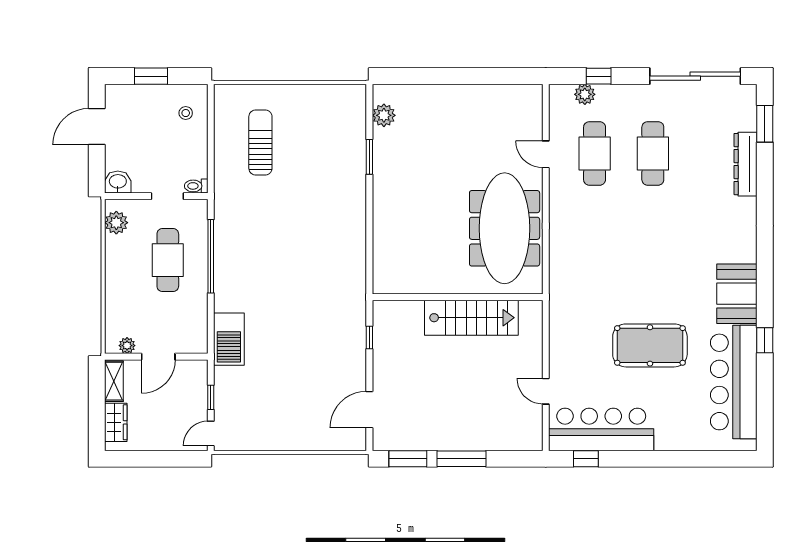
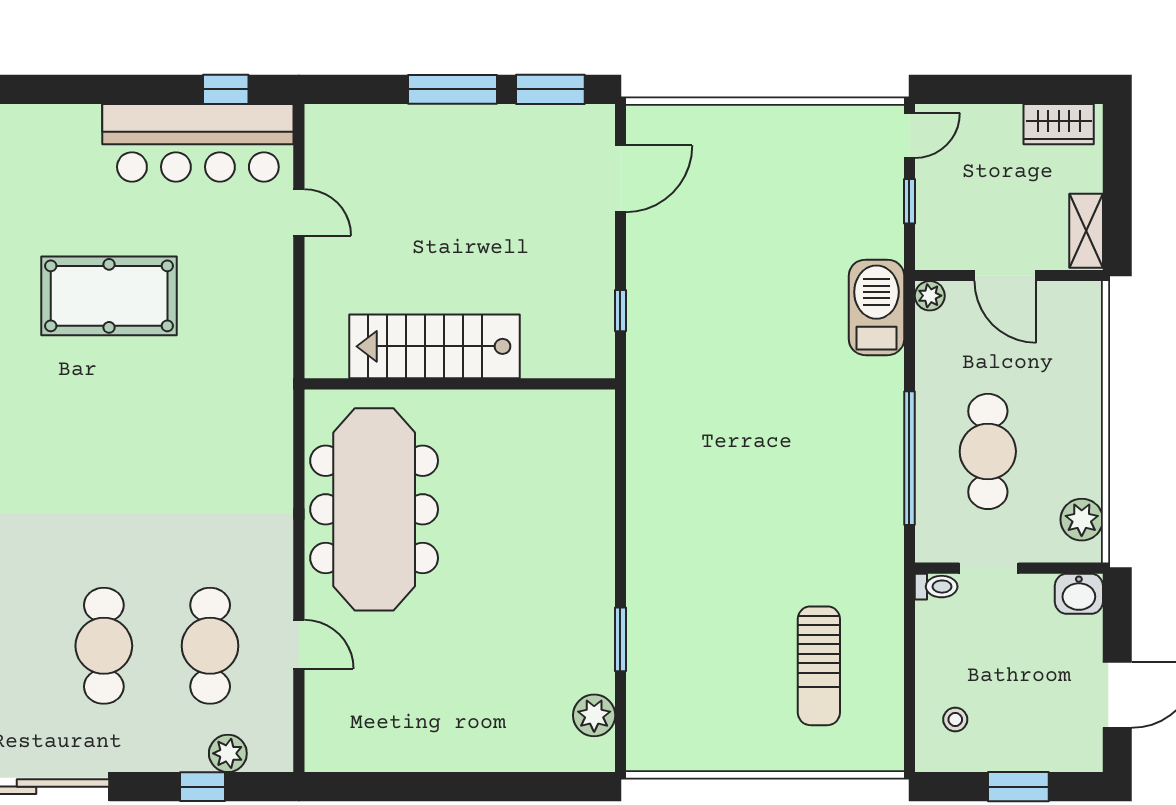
plant: (127, 346) -> (930, 296), moved
door: (158, 357) -> (1005, 275), swing flipped
wardrobe: (116, 422) -> (1059, 124), moved, turned -90

